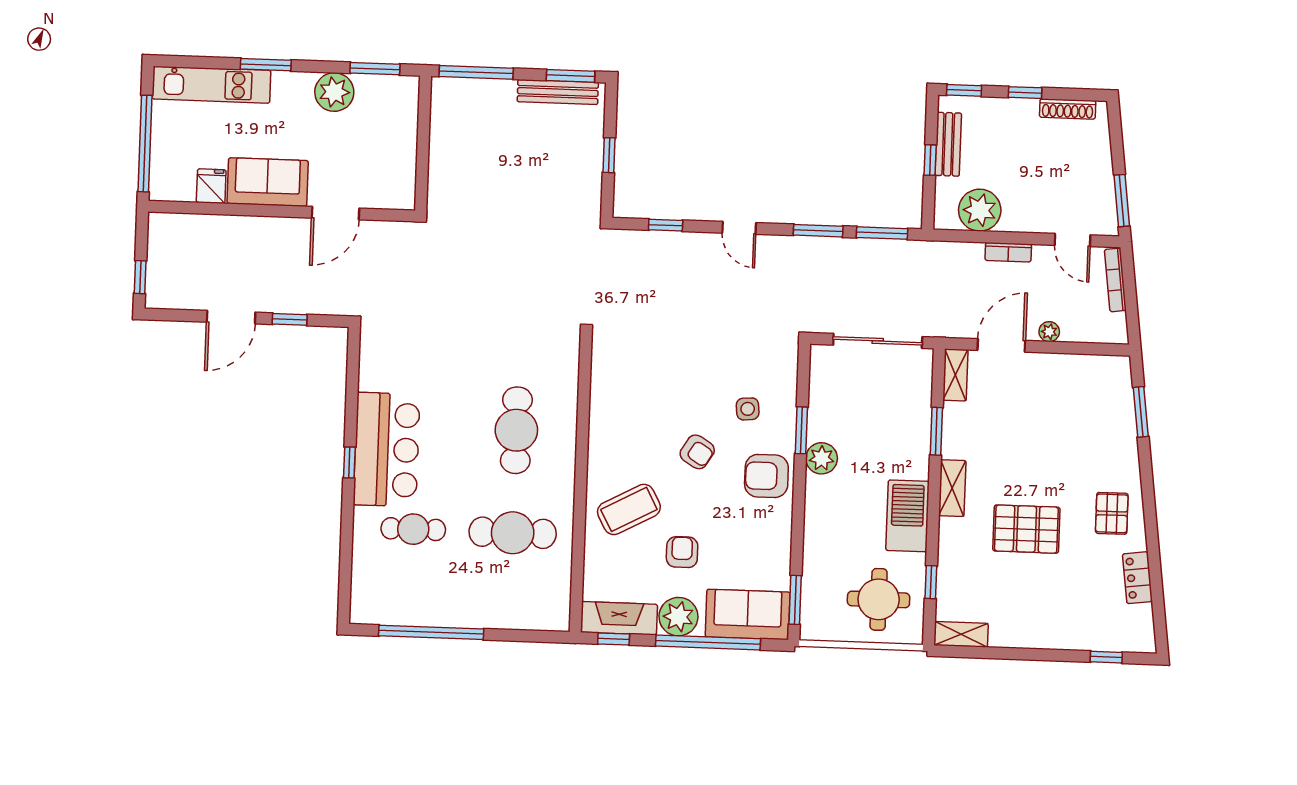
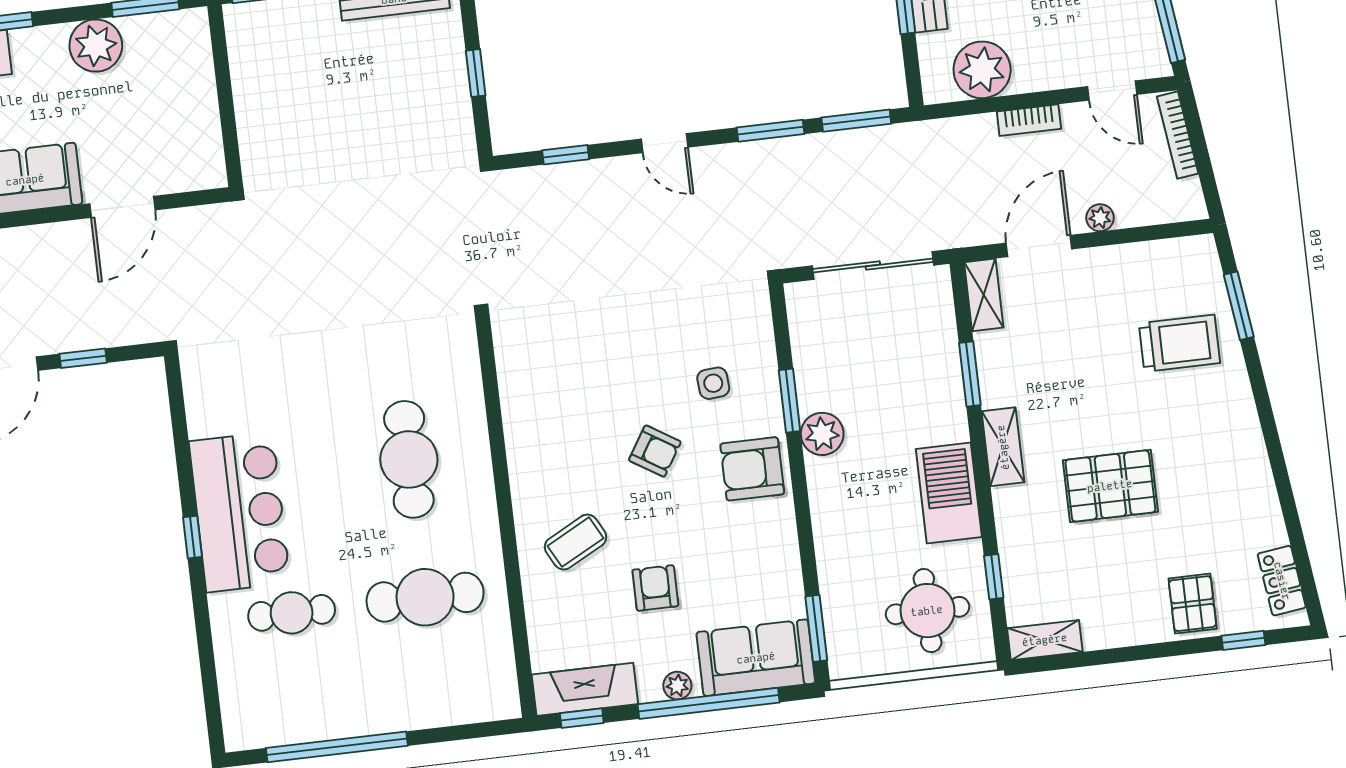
trolley: (1093, 432) -> (1179, 343), added
coffee table: (629, 509) -> (575, 542), width x0.73, depth x0.77
pallet: (1112, 513) -> (1193, 604), moved
locker: (1137, 578) -> (1282, 581), moved
plant: (678, 617) -> (677, 686), width x0.53, depth x0.53

